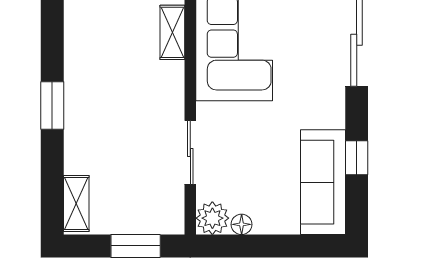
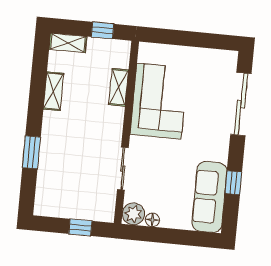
window: (52, 106) -> (31, 152), moved
shelving: (76, 203) -> (53, 91), moved
window: (136, 246) -> (80, 227), width x0.67

